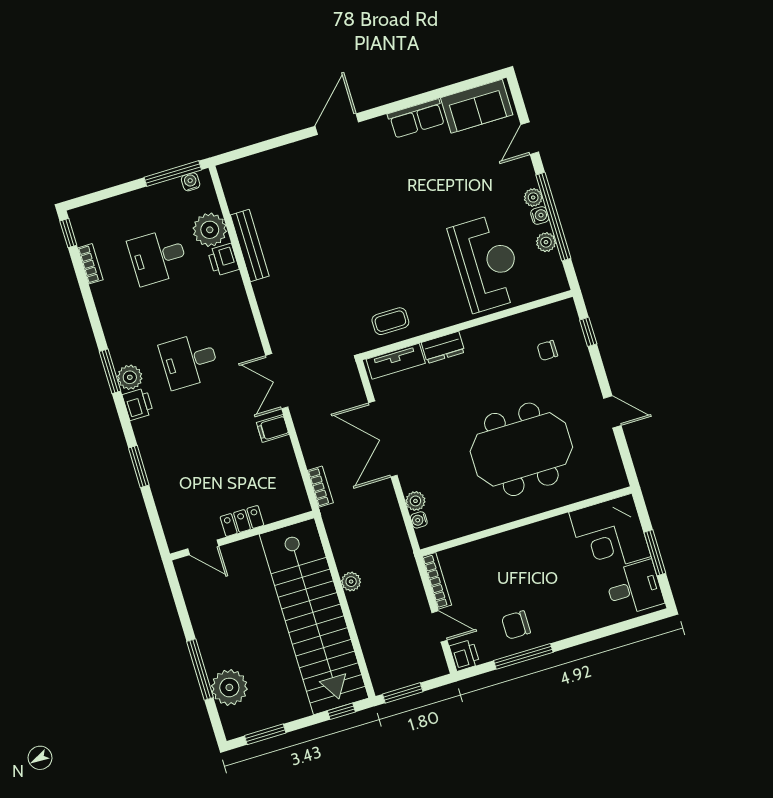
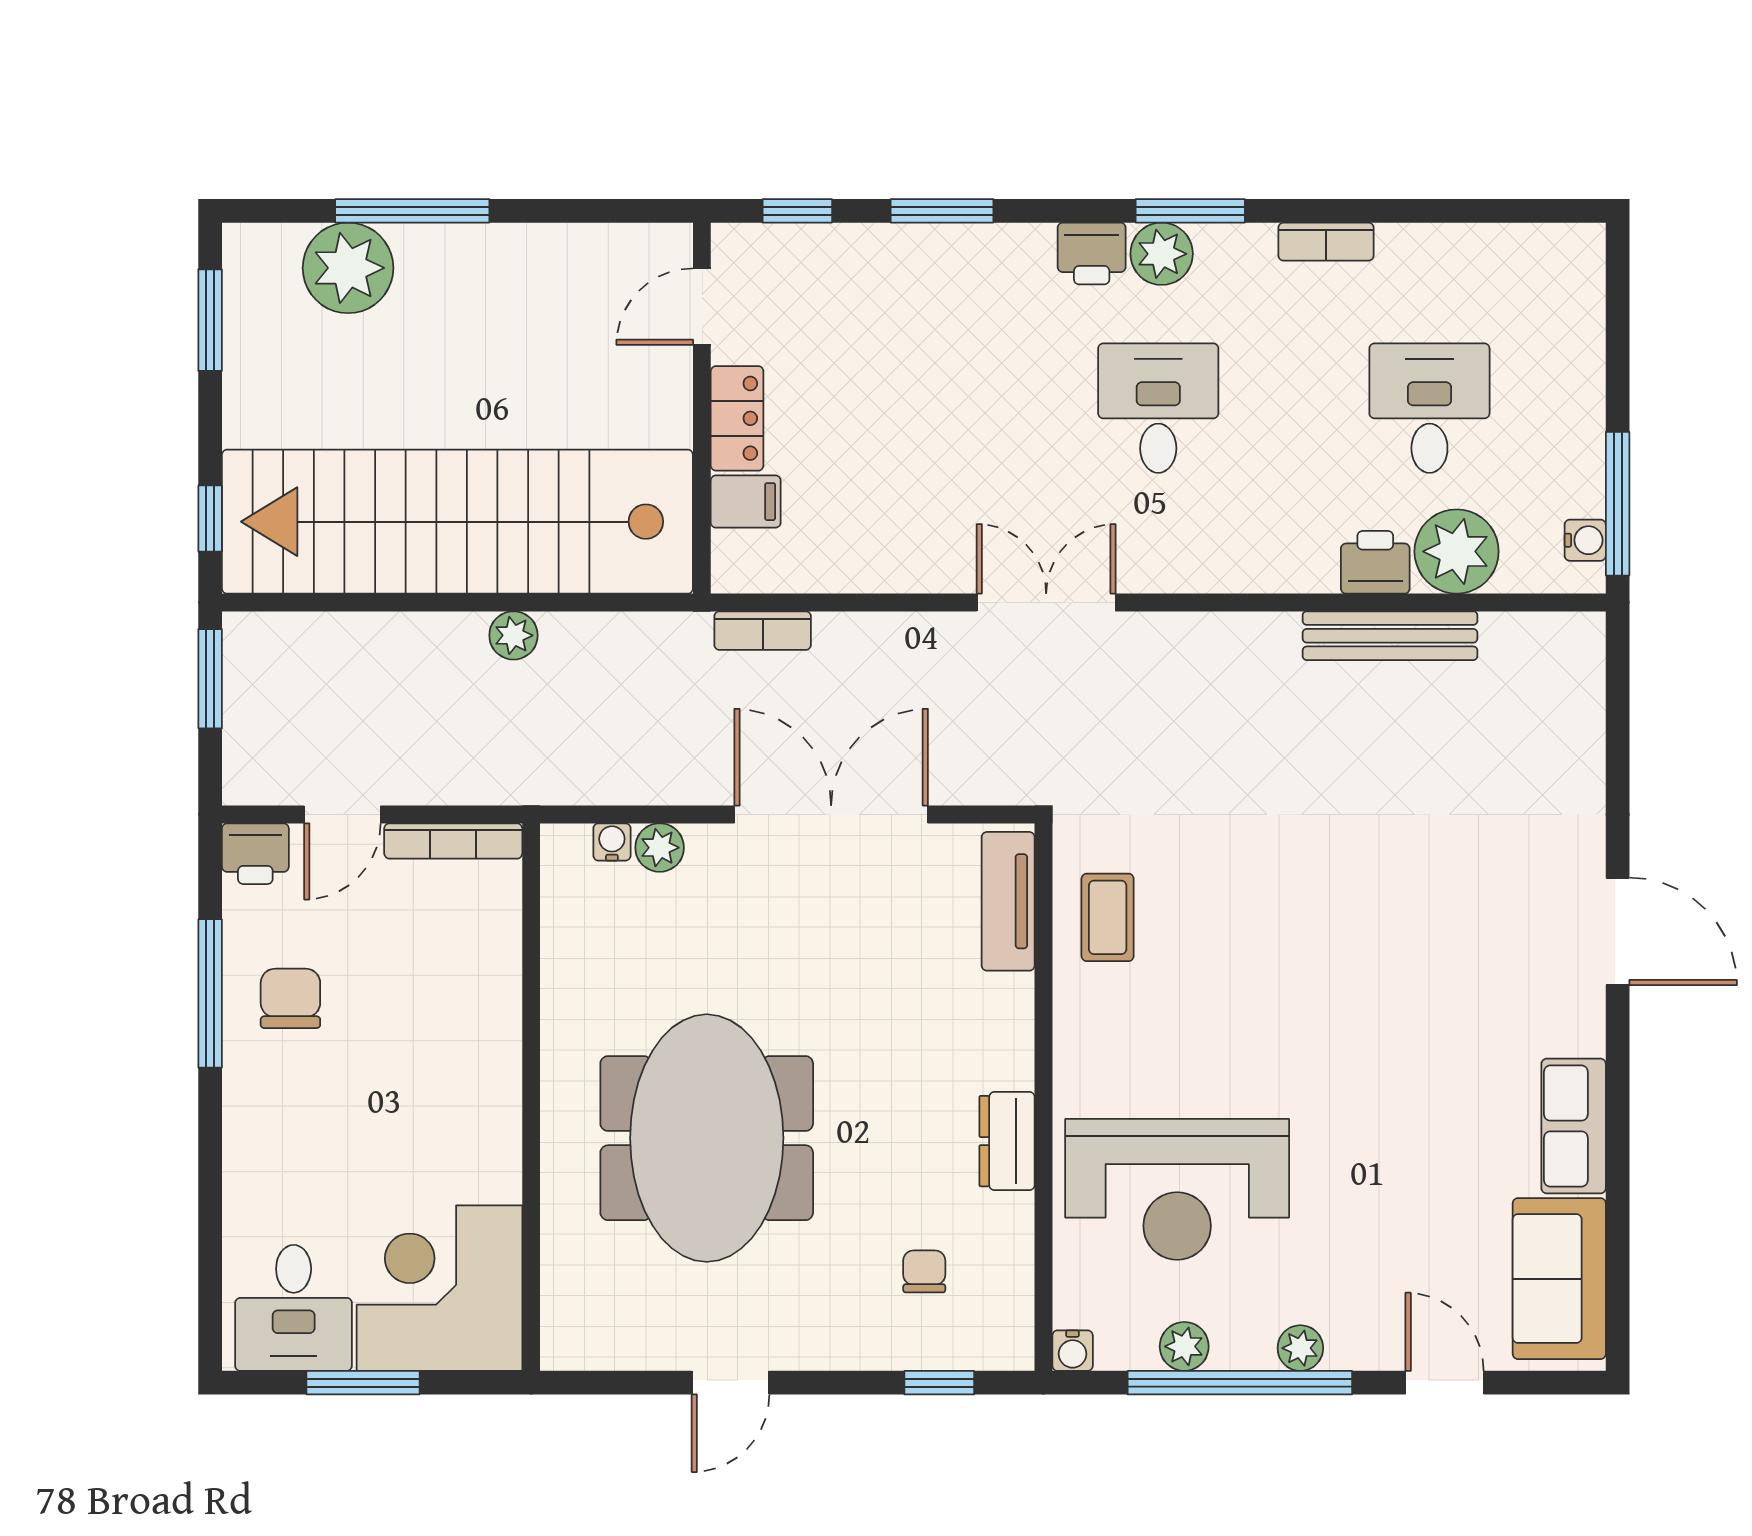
water cooler: (540, 215) -> (1073, 1351), moved
window: (68, 233) -> (797, 211), moved
bookcase: (90, 264) -> (1326, 242), moved
dresser: (443, 347) -> (1007, 1141), moved
filing cabinet: (273, 428) -> (746, 502), moved, turned 90

